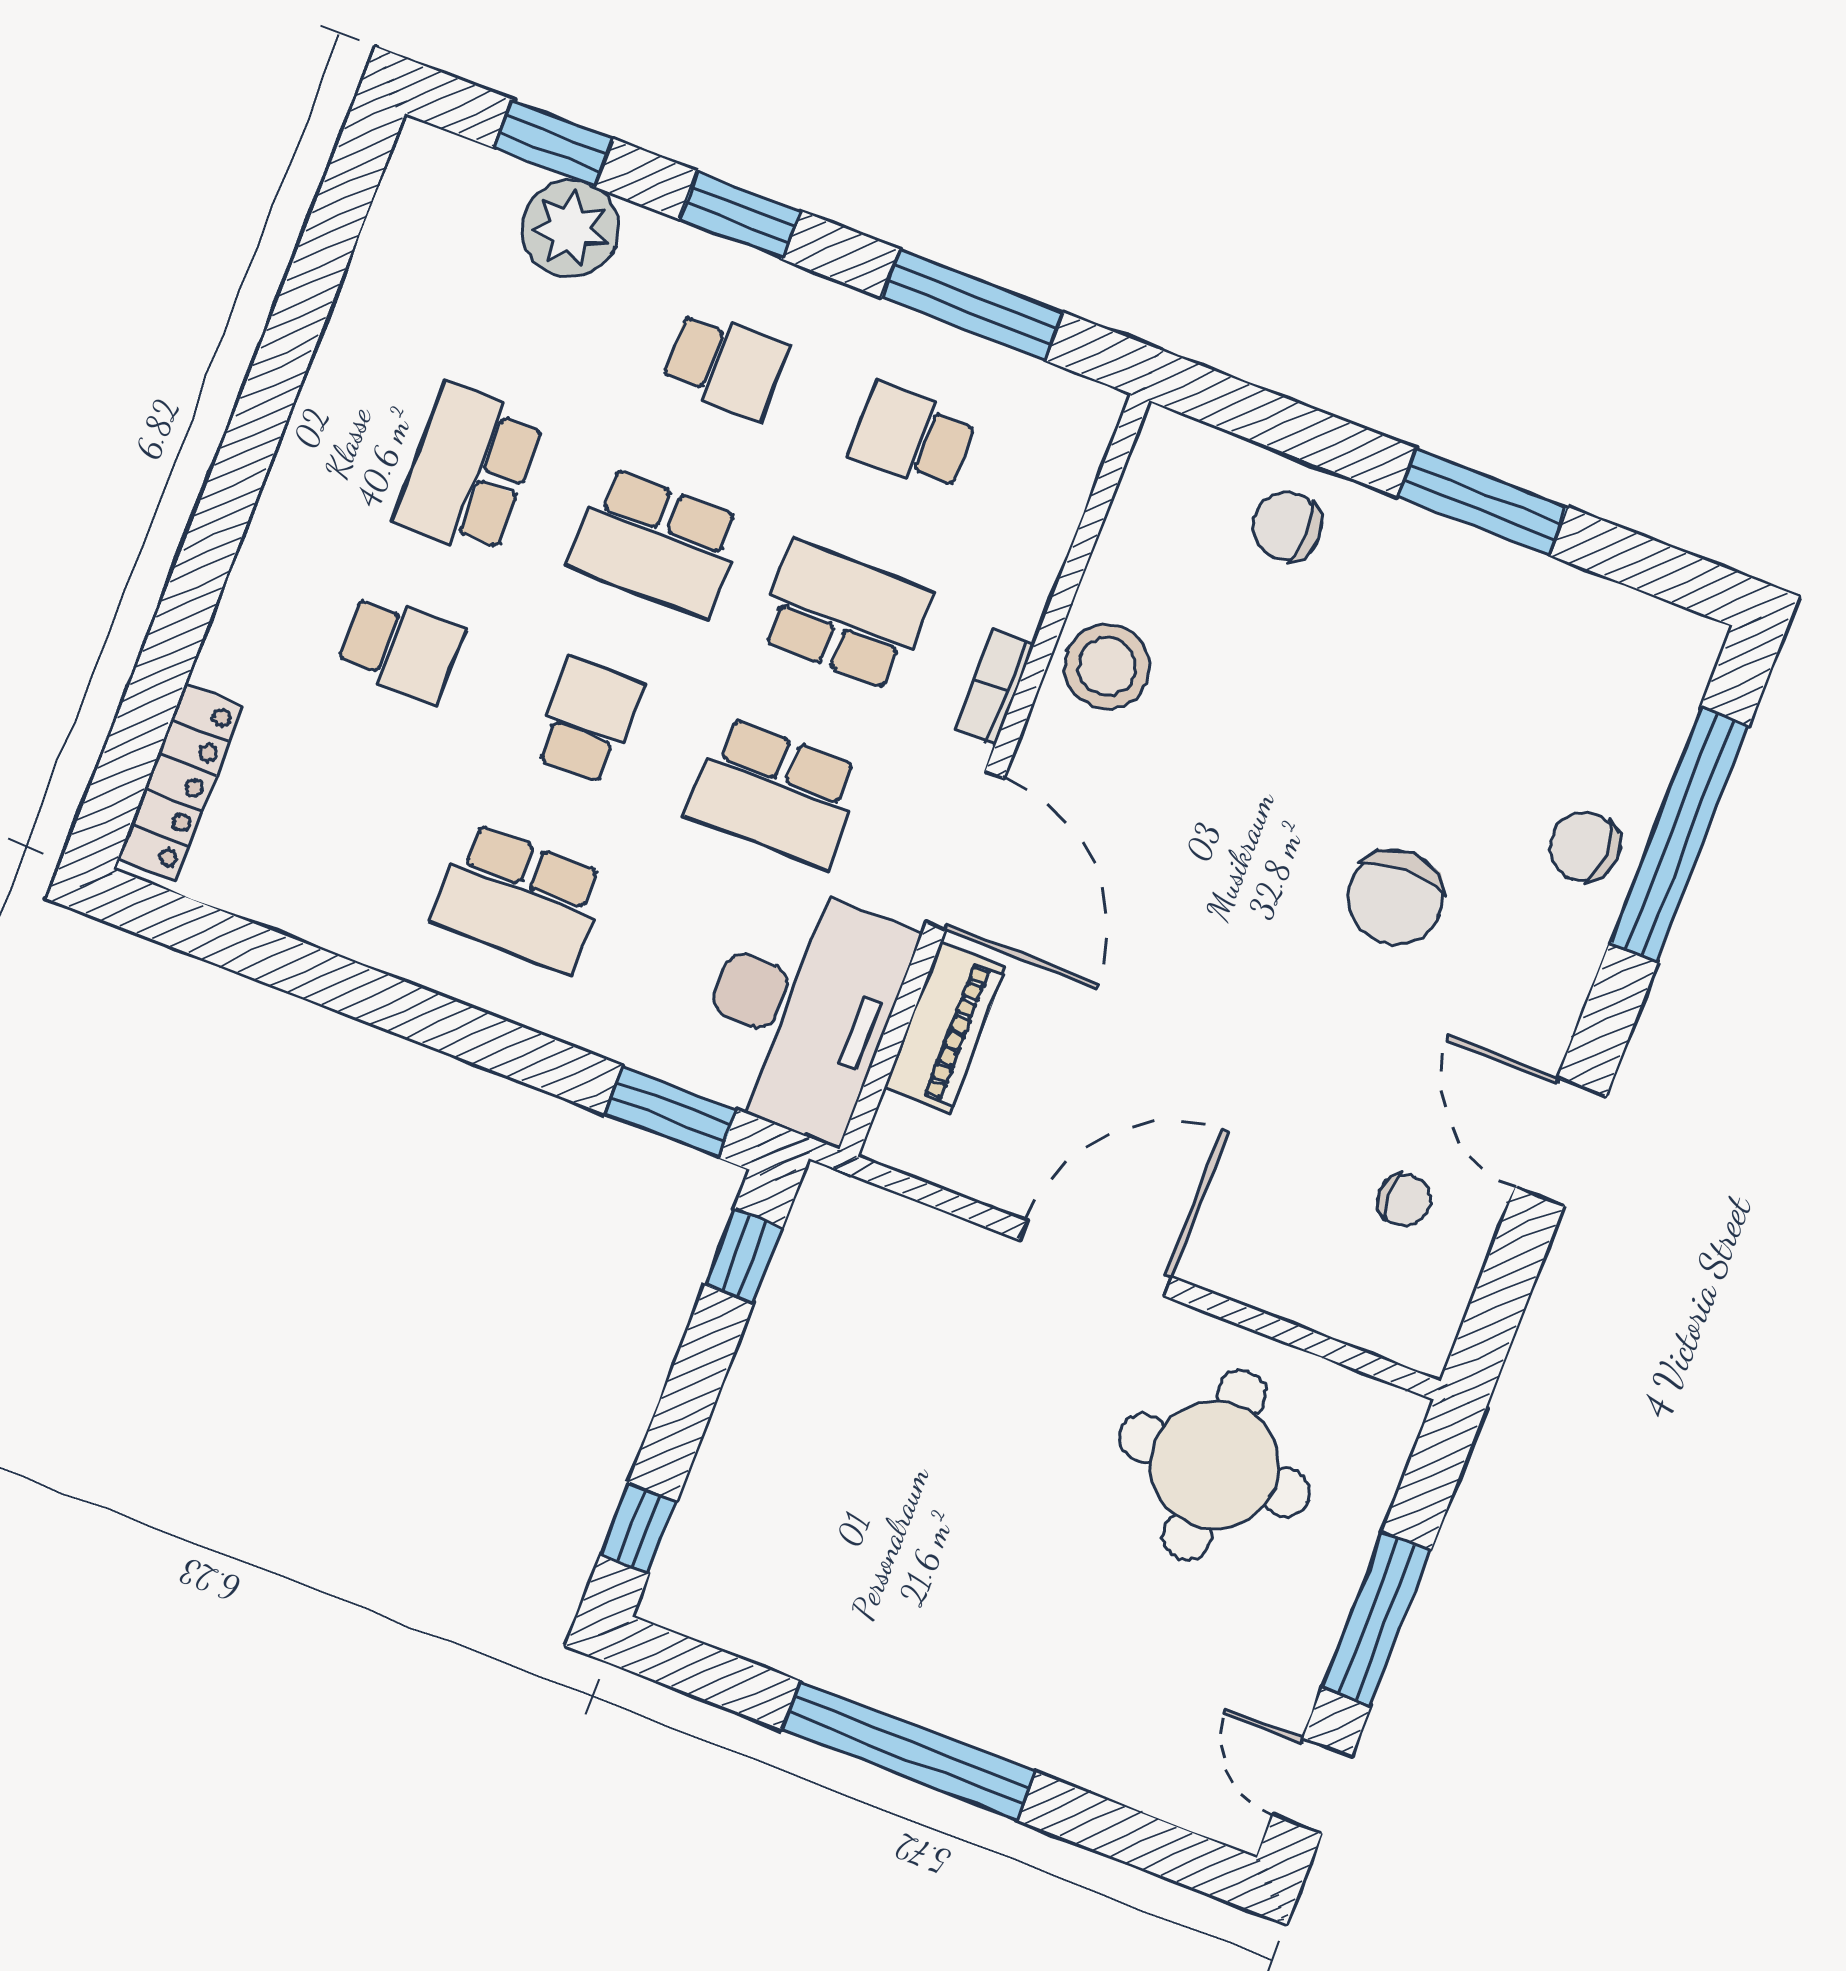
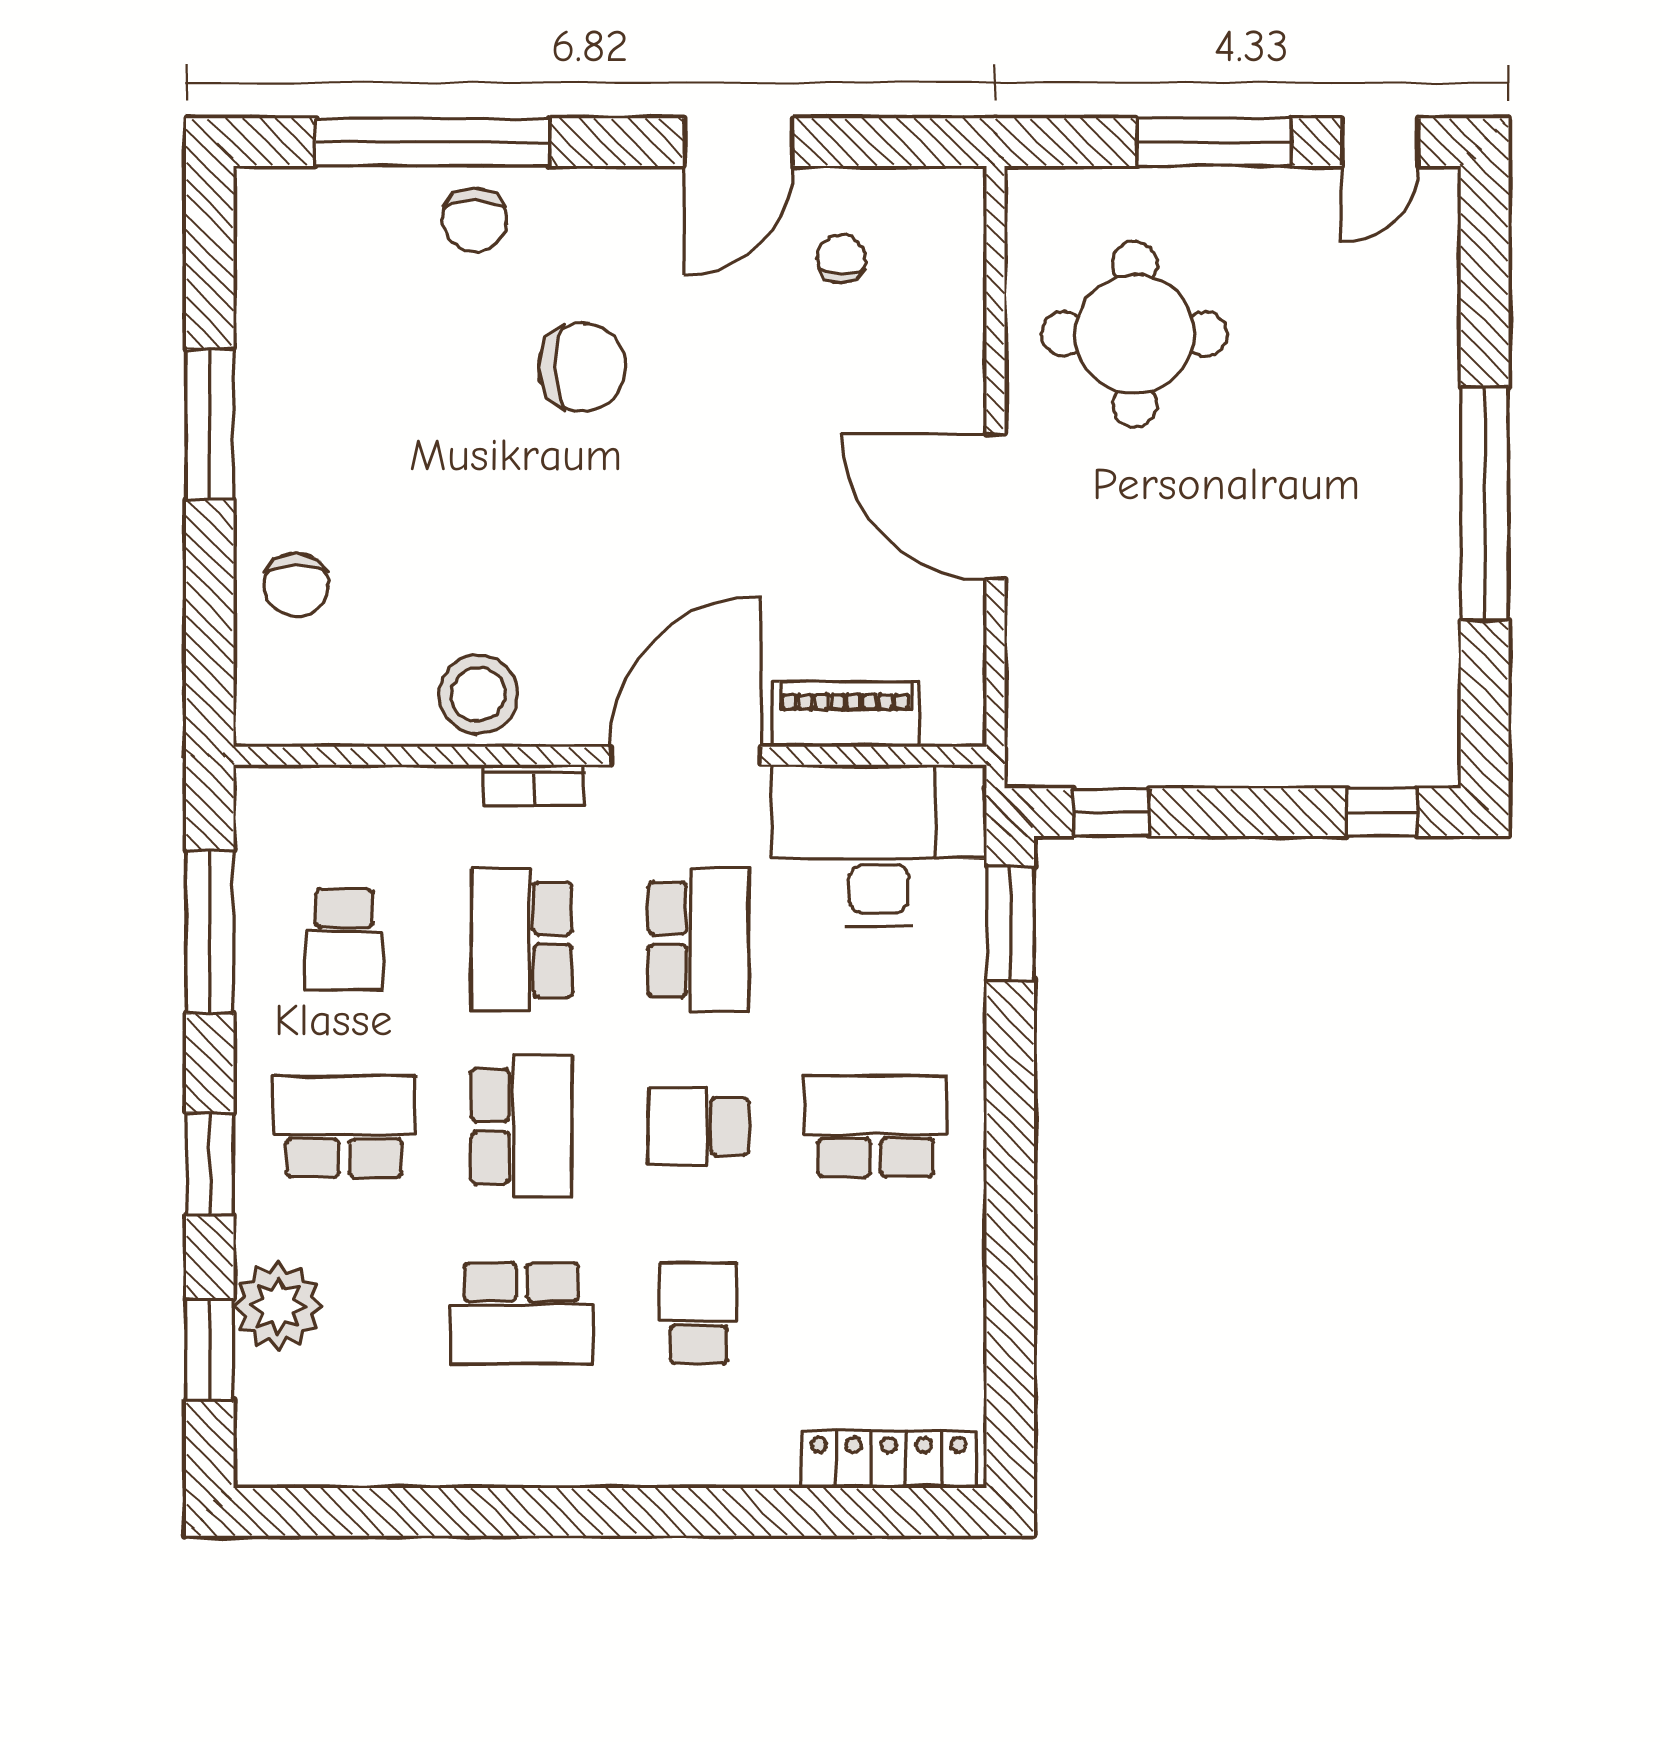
school desk: (725, 365) -> (344, 1126), width x1.85
school desk: (519, 898) -> (876, 1126), turned -90

